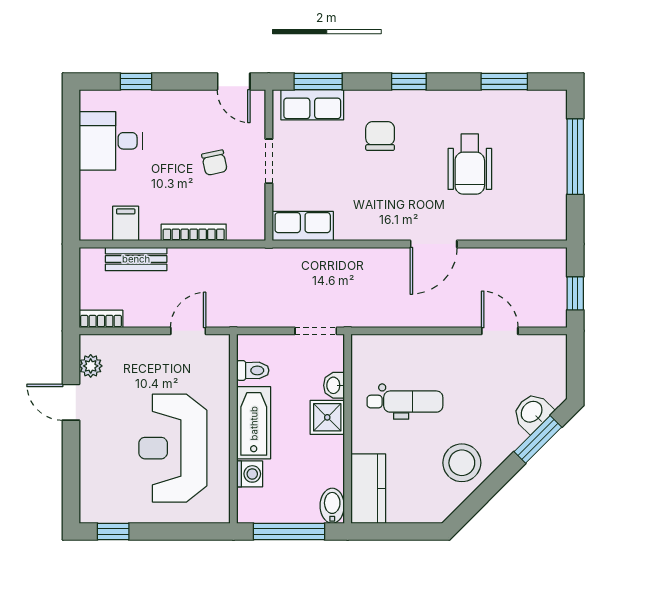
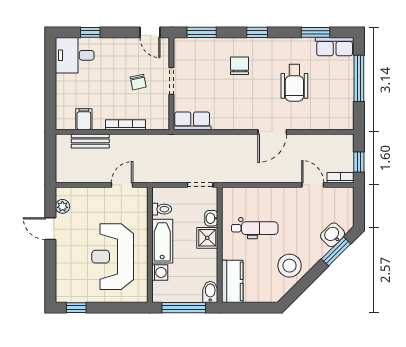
row of seats: (312, 105) -> (335, 47), moved
desk: (111, 141) -> (75, 55), moved
bookcase: (101, 319) -> (341, 178), moved

